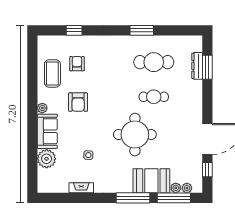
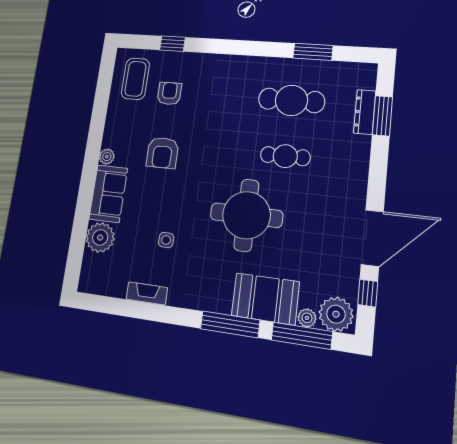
window: (142, 30) -> (313, 52), moved
coffee table: (52, 73) -> (135, 79), moved
plant: (187, 188) -> (336, 314), width x1.87, depth x1.87

